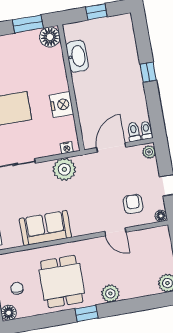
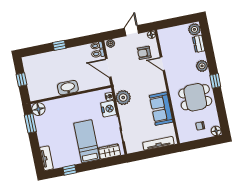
washbasin: (77, 56) -> (68, 88), moved
nightstand: (62, 105) -> (109, 109), moved, turned 90
door: (115, 232) -> (162, 64), swing flipped
dresser: (145, 289) -> (199, 44), added

